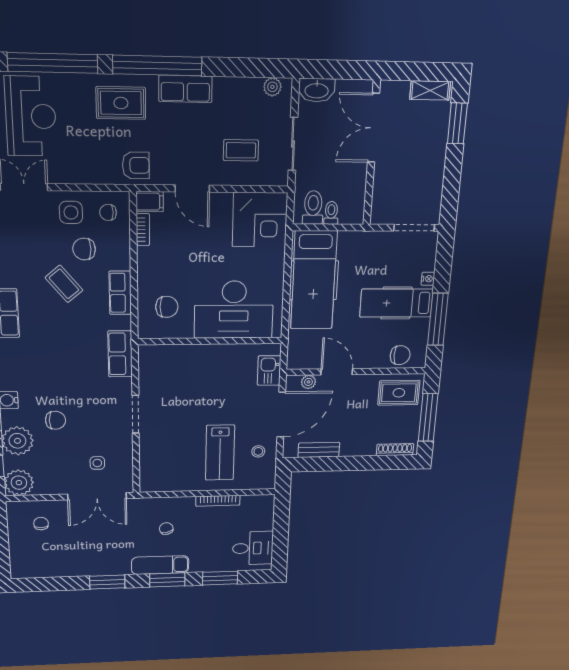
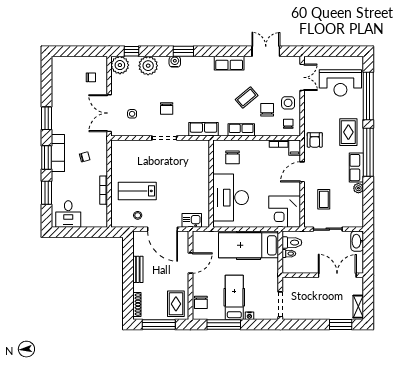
plant: (272, 87) -> (358, 188), moved
plant: (308, 382) -> (184, 245), removed
chair: (56, 420) -> (167, 108), moved
bench: (319, 450) -> (138, 269), moved

